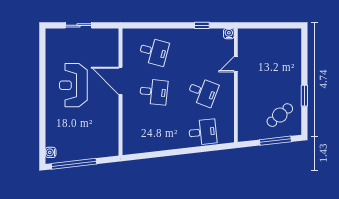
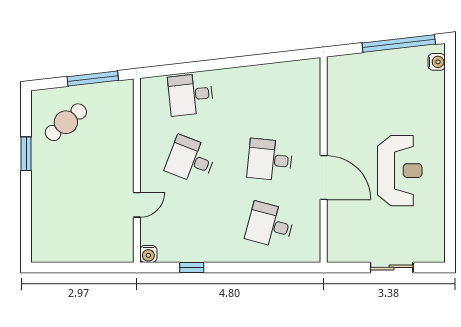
window: (275, 141) -> (93, 78), moved

